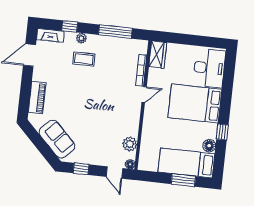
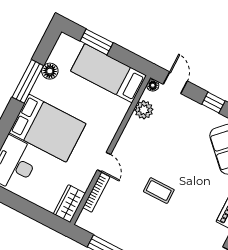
coffee table: (84, 59) -> (159, 191), moved
door: (144, 95) -> (104, 162), swing flipped
window: (222, 132) -> (28, 81), width x2.17
bed: (186, 163) -> (109, 73), moved, turned 180

